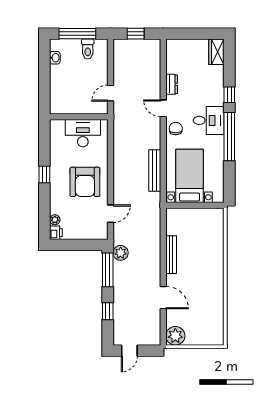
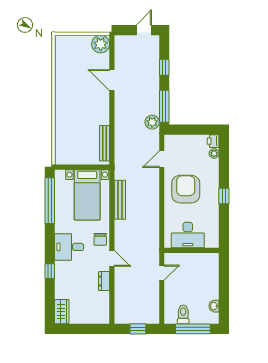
window: (229, 137) -> (50, 201), moved
bench: (171, 255) -> (105, 143), moved

